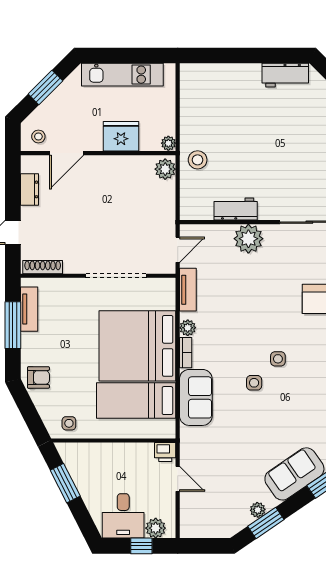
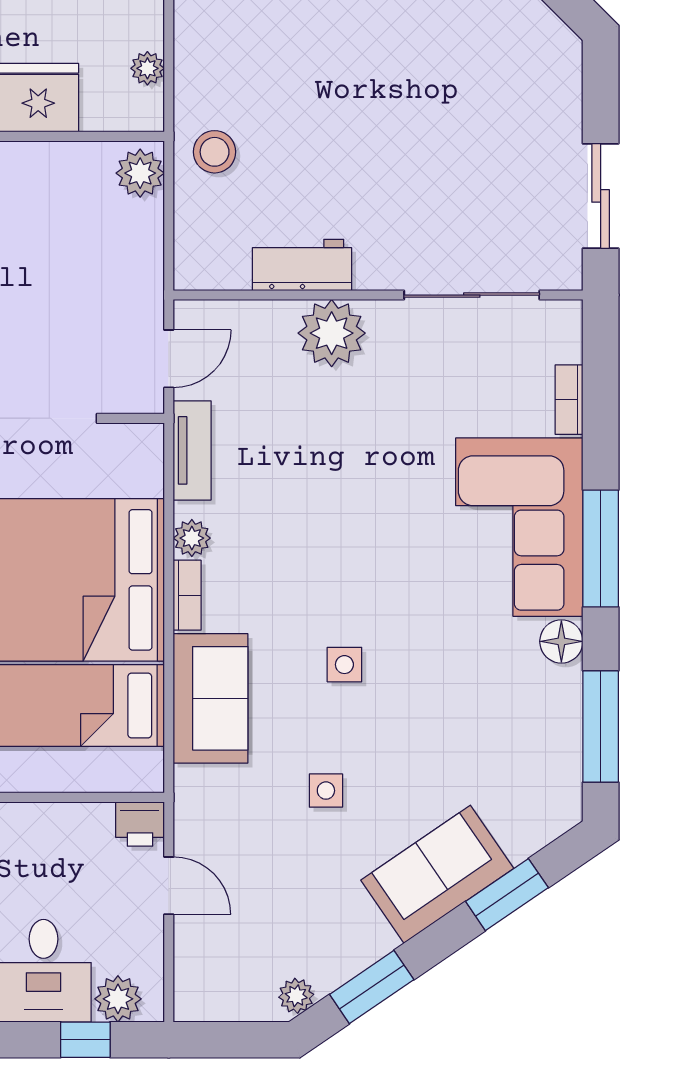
plant: (168, 143) -> (147, 68), moved
side table: (278, 359) -> (326, 791), moved
plant: (258, 510) -> (296, 996), moved

